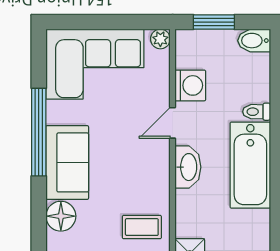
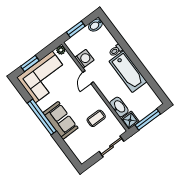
window: (88, 22) -> (30, 63), added
washbasin: (188, 167) -> (119, 107), moved
floor lamp: (61, 216) -> (73, 142), removed
coffee table: (142, 227) -> (96, 118), moved

